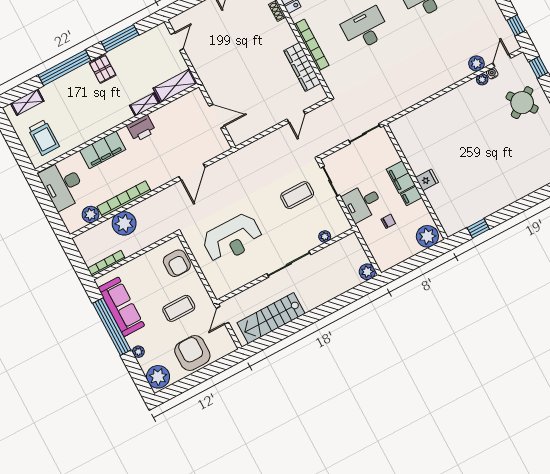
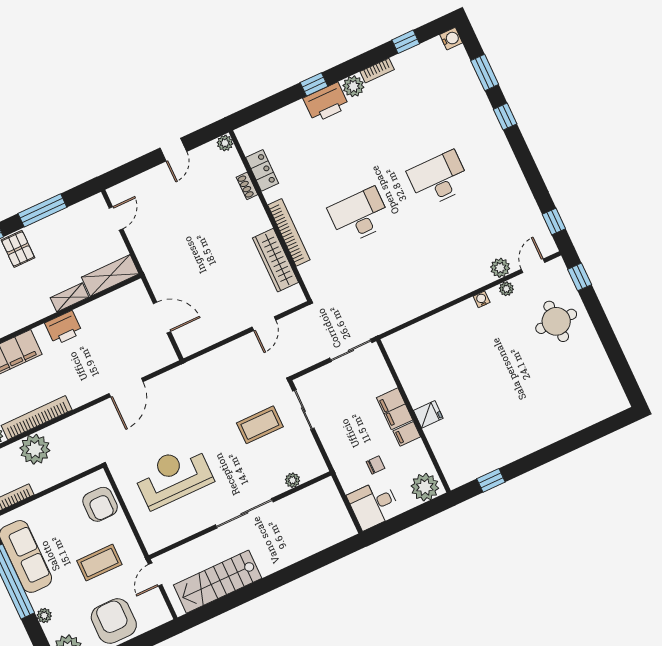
water cooler: (492, 73) -> (482, 299), moved
round table: (522, 103) -> (556, 321), turned 34
desk: (362, 203) -> (374, 504), moved
reception desk: (232, 238) -> (173, 476), turned 180
plant: (367, 272) -> (345, 529), removed

